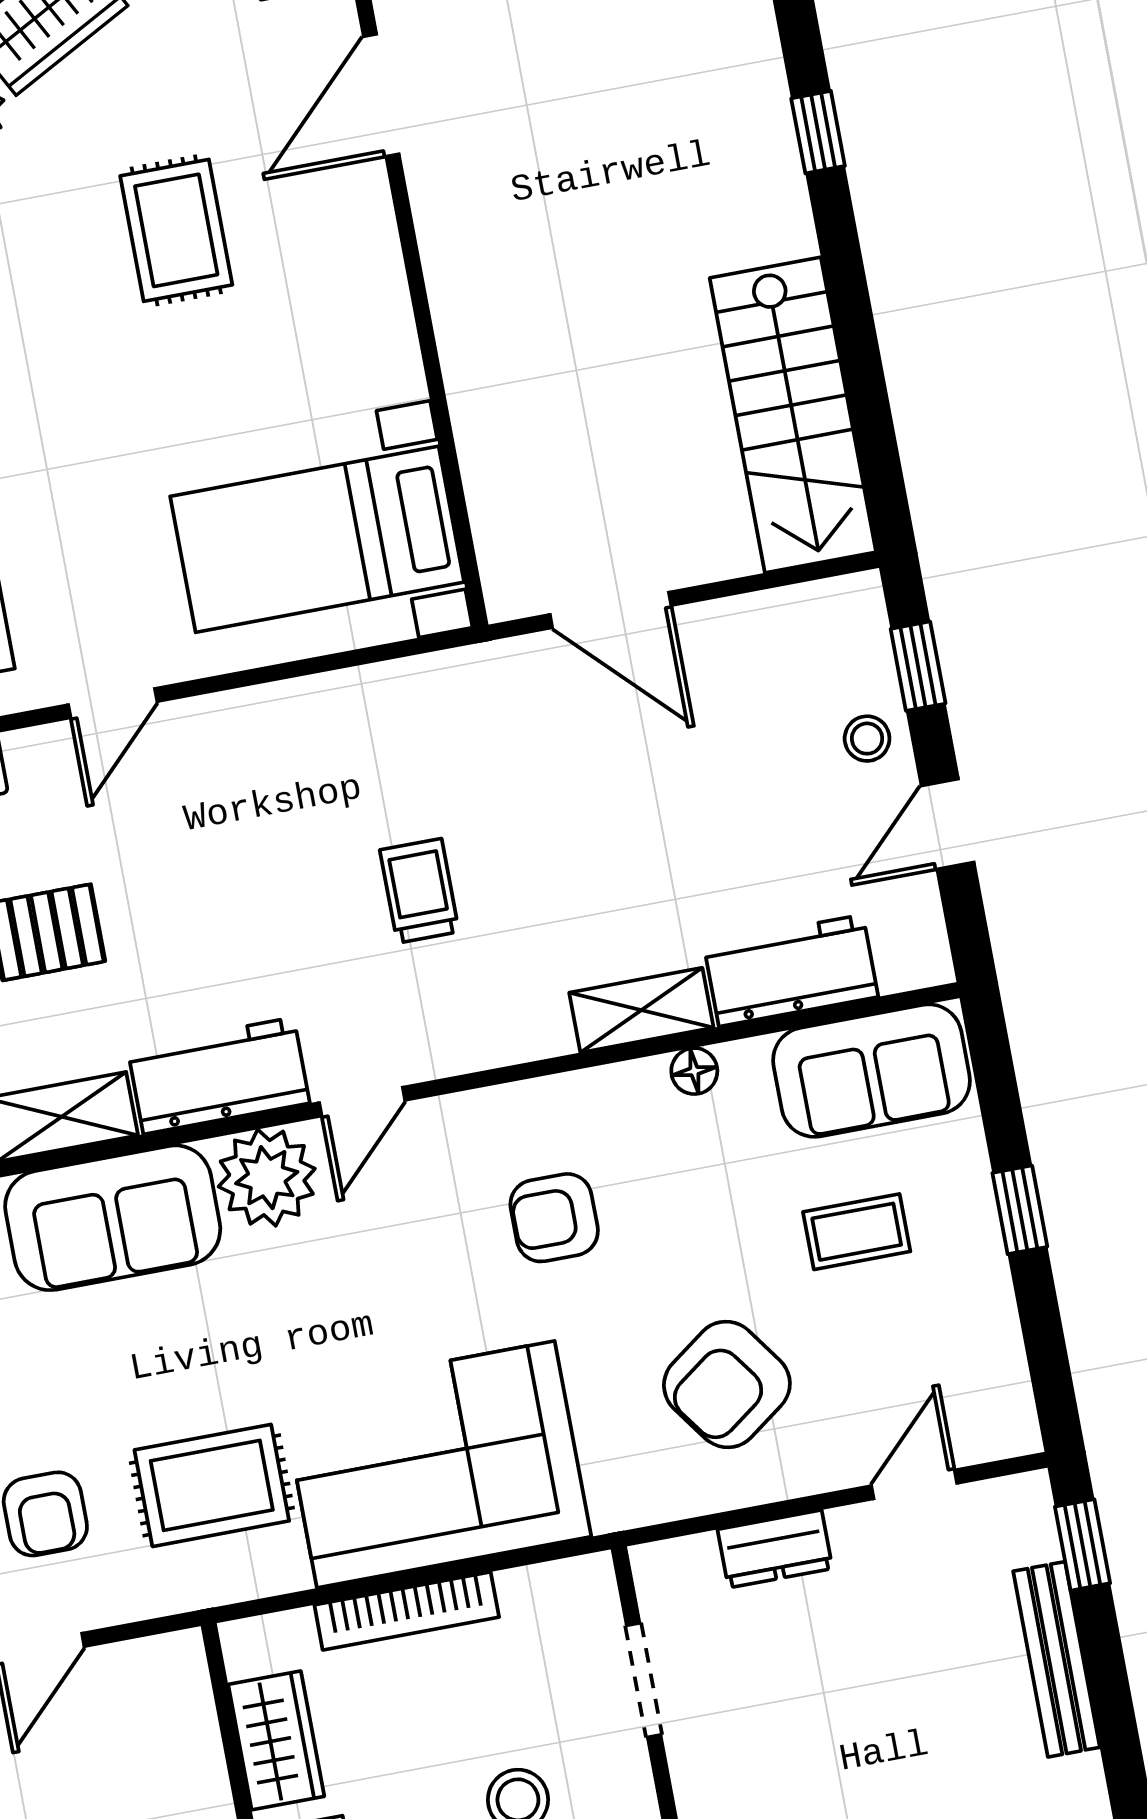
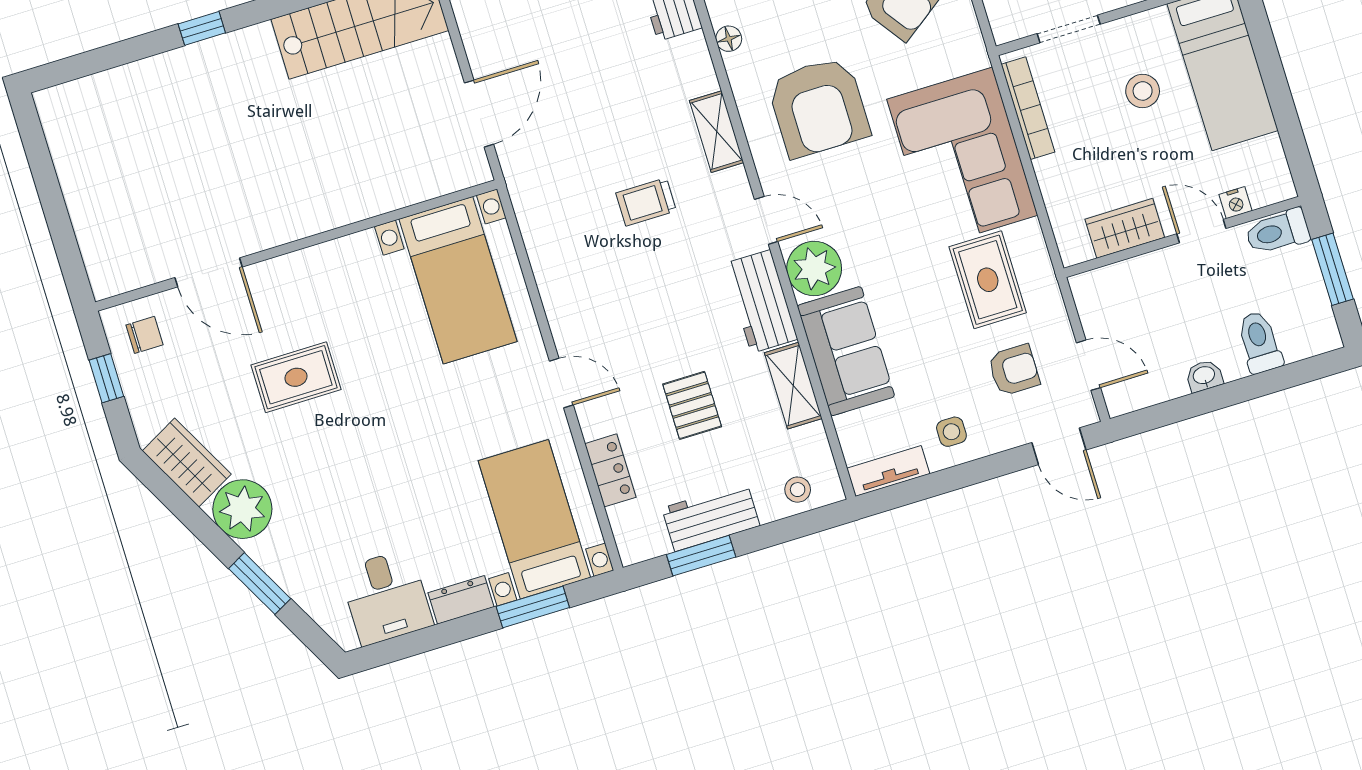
shelving: (641, 1010) -> (717, 132), moved
armchair: (554, 1218) -> (818, 107), width x1.88, depth x1.88
bookcase: (407, 1611) -> (1028, 108), moved

